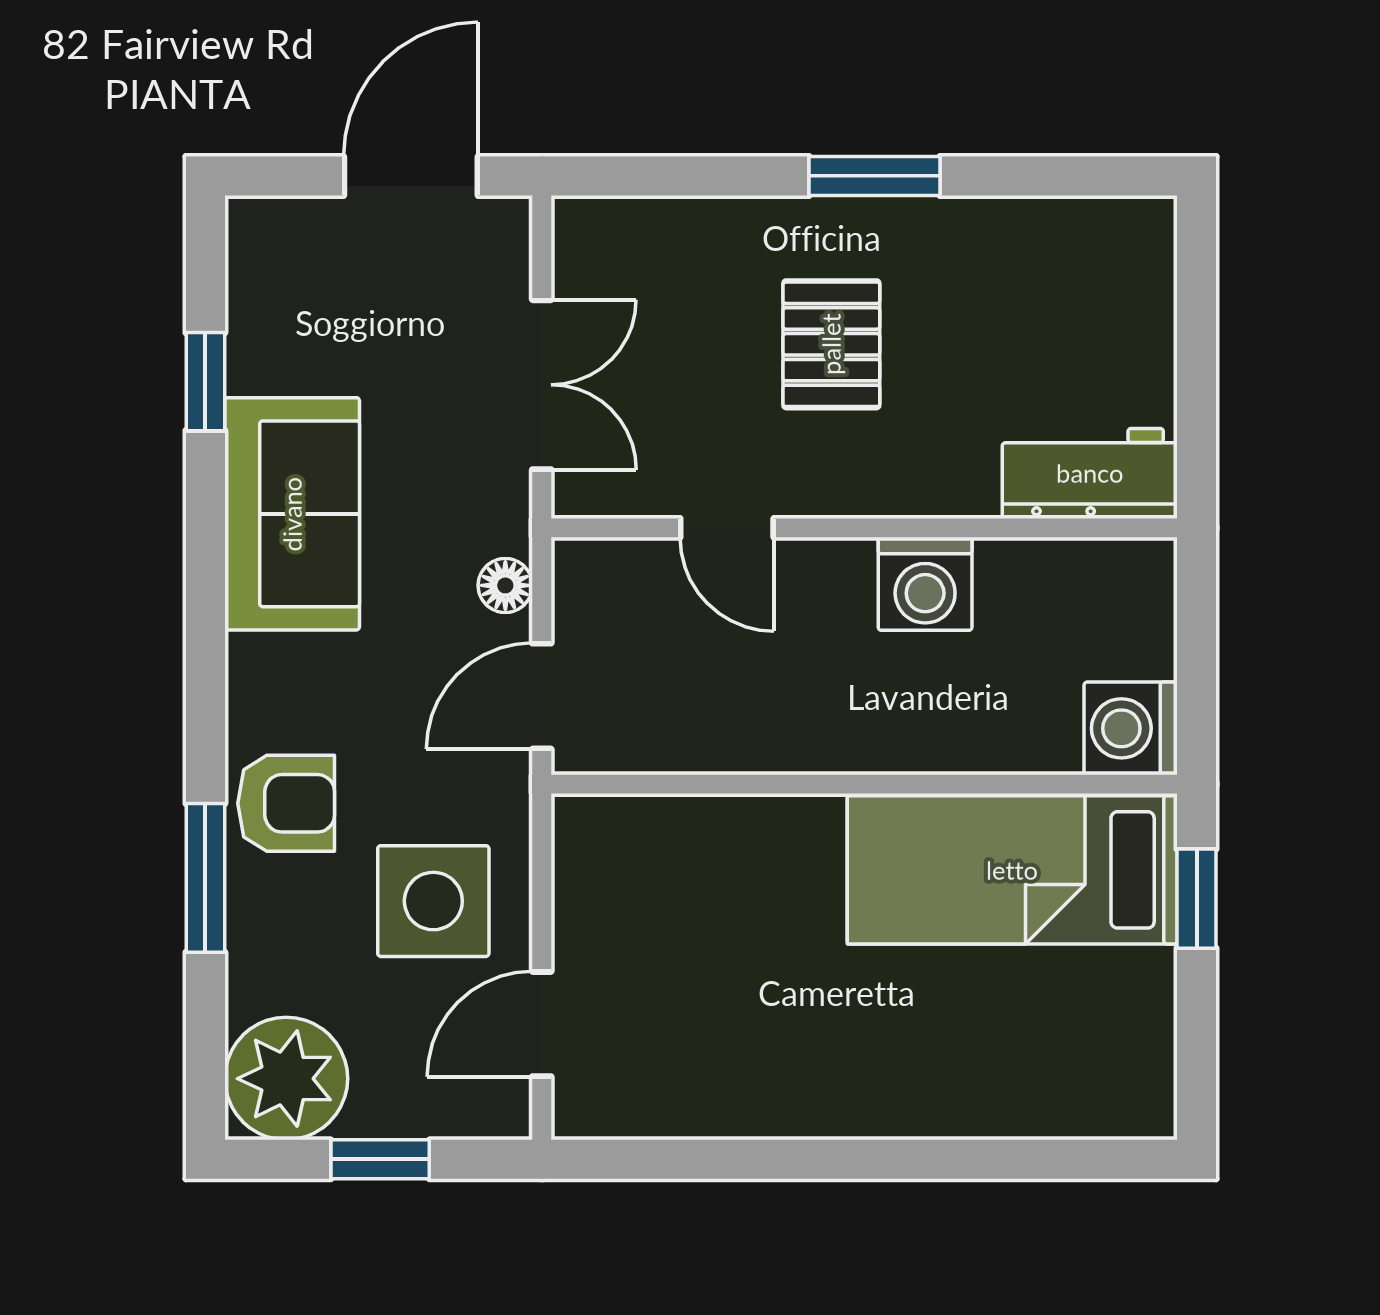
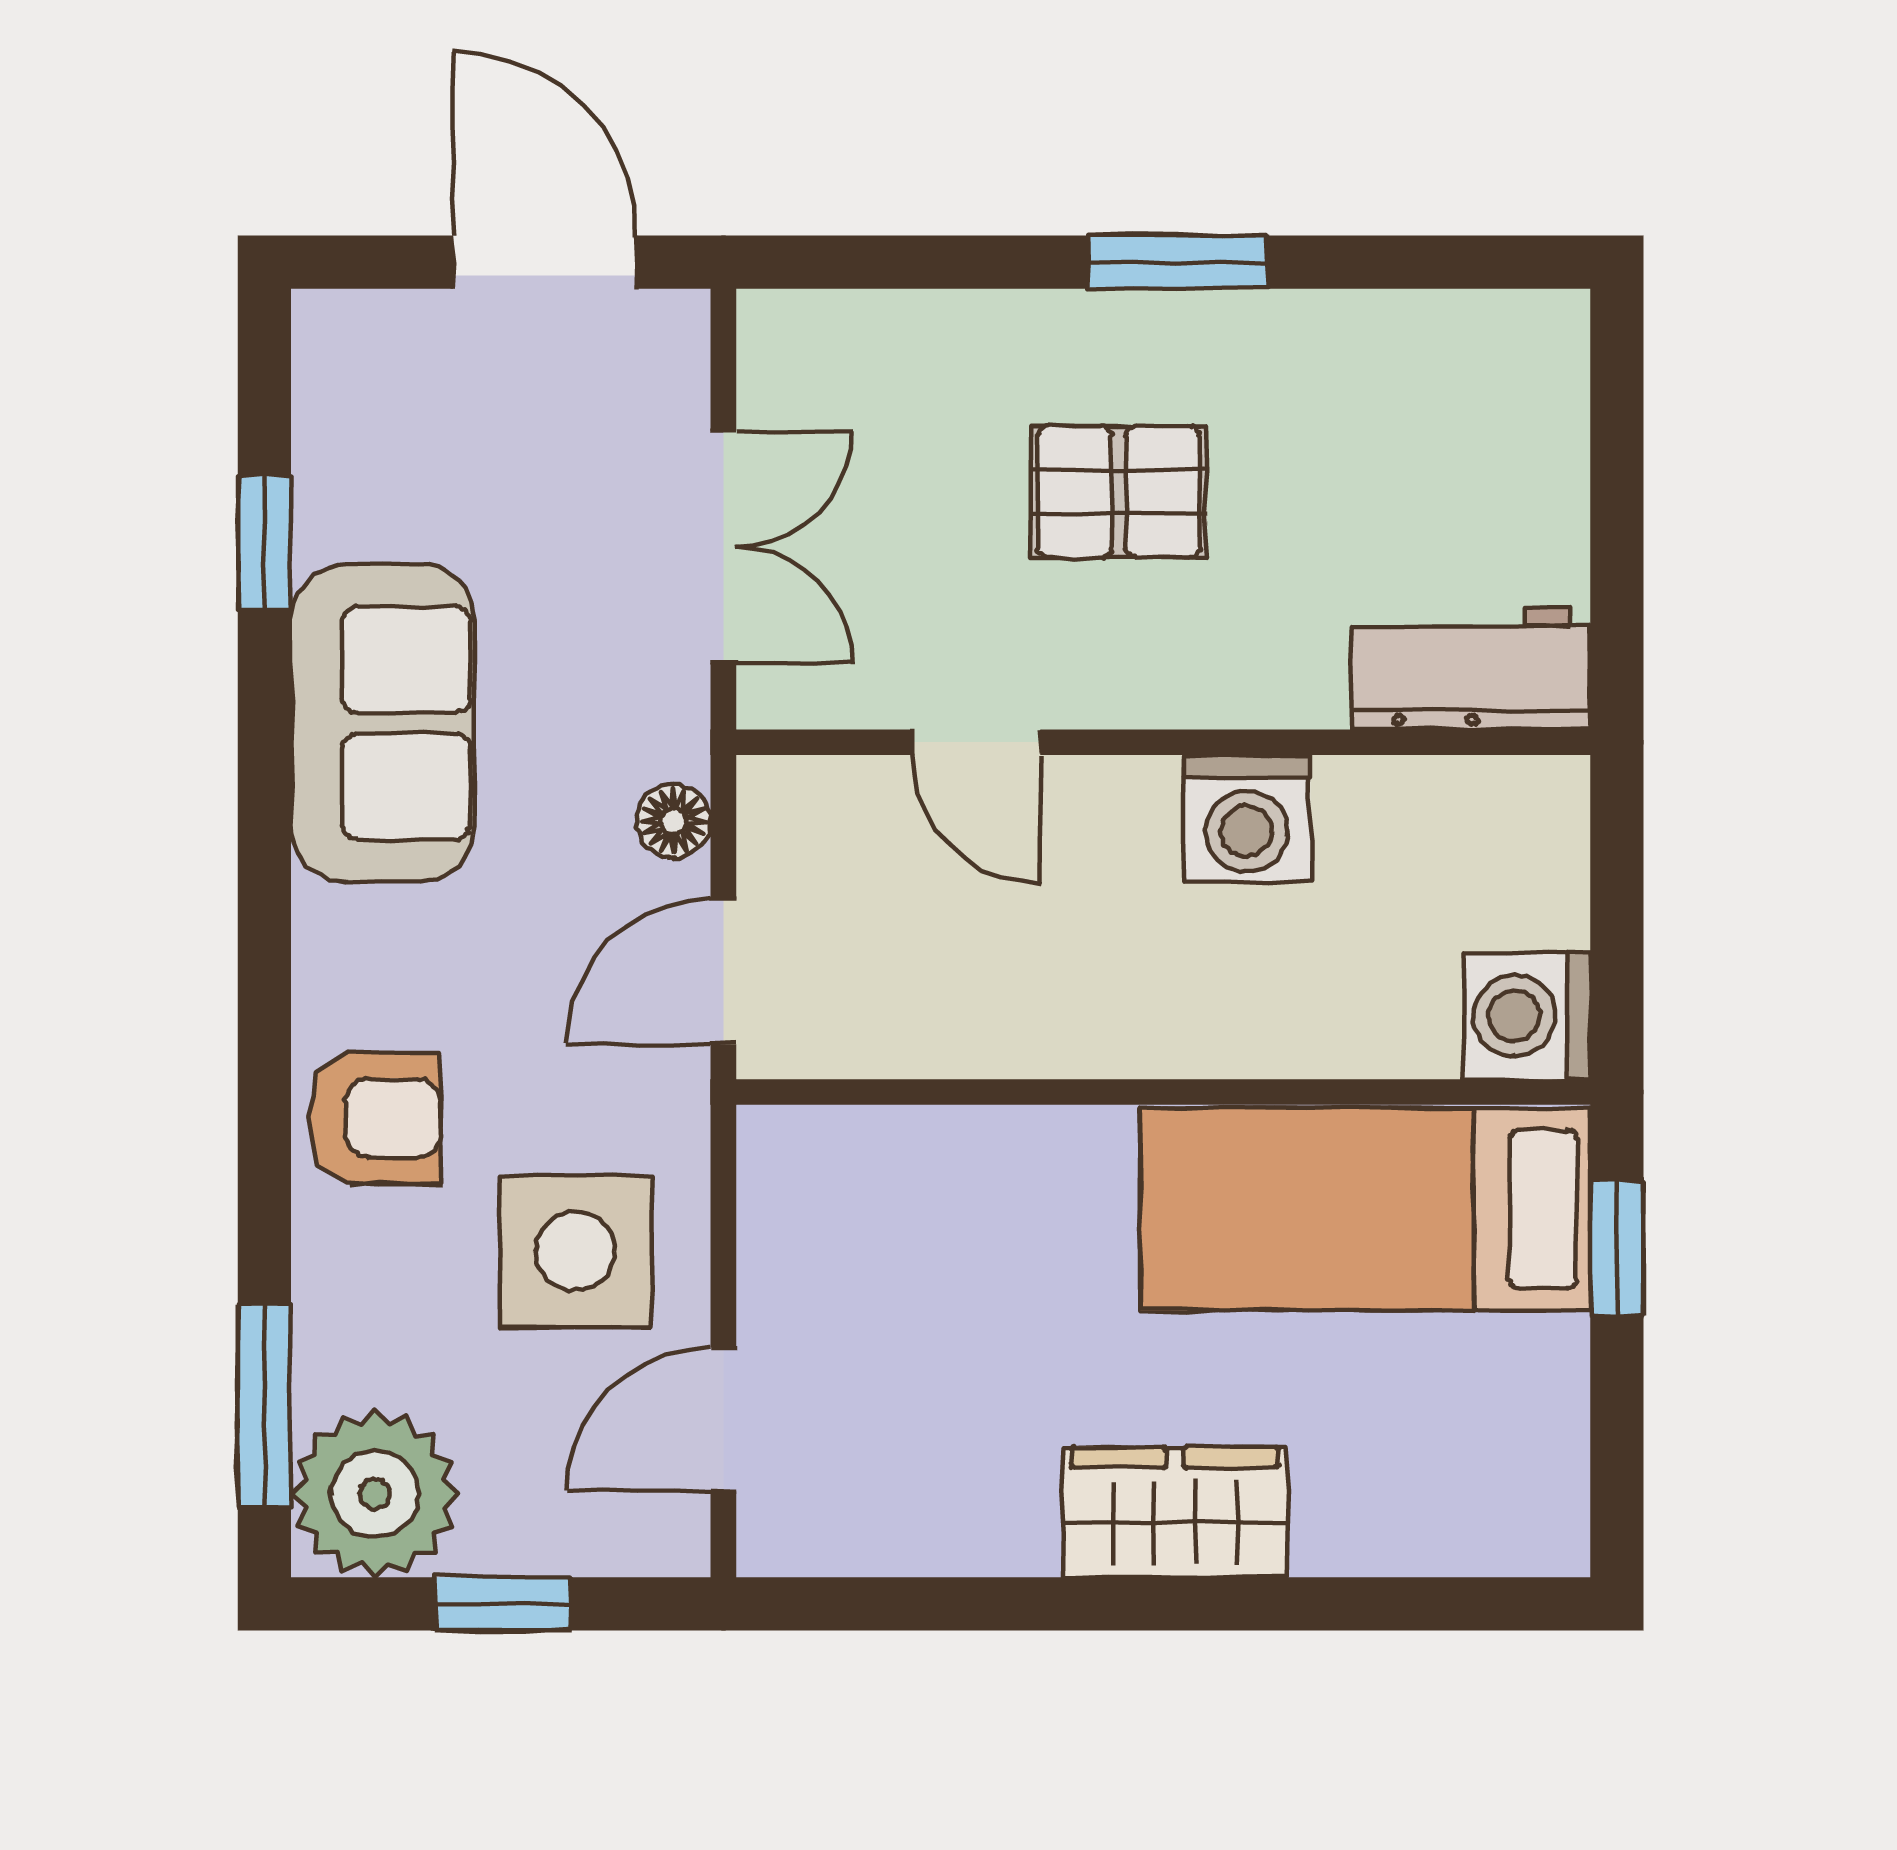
door: (411, 176) -> (545, 262), hinge flipped
pallet: (831, 344) -> (1119, 492), turned 90
window: (205, 878) -> (264, 1406), moved
wardrobe: (872, 1092) -> (1175, 1512), added

